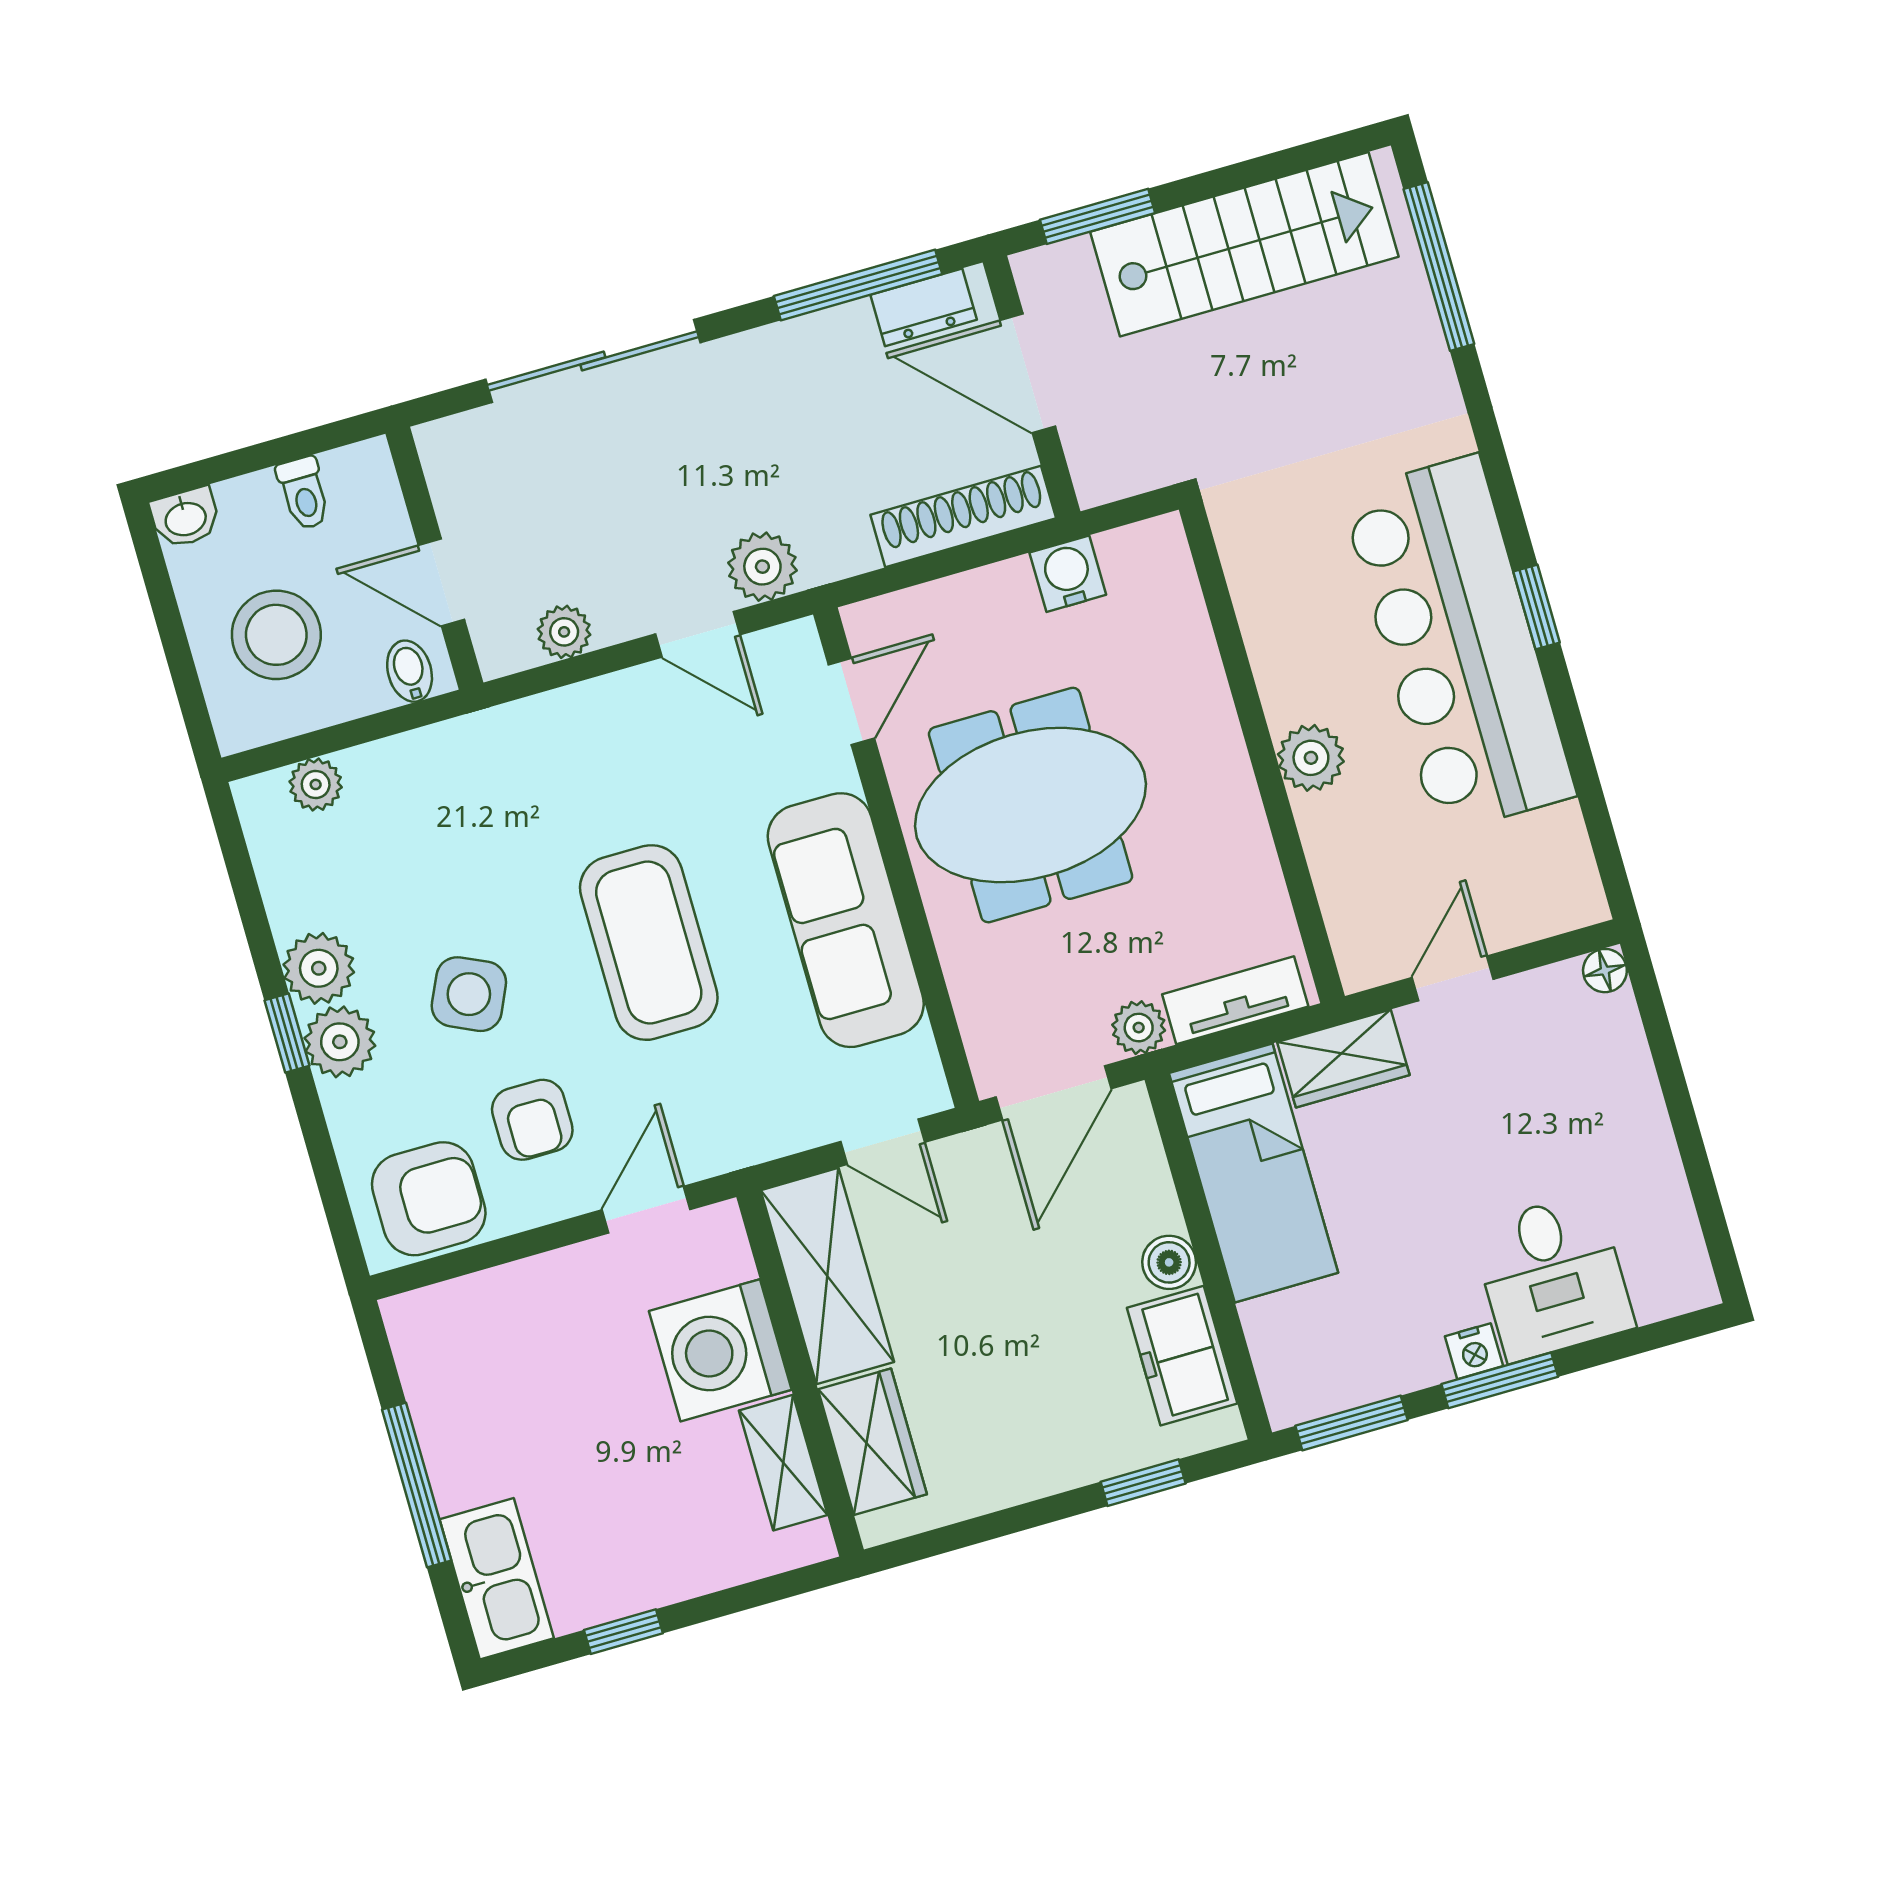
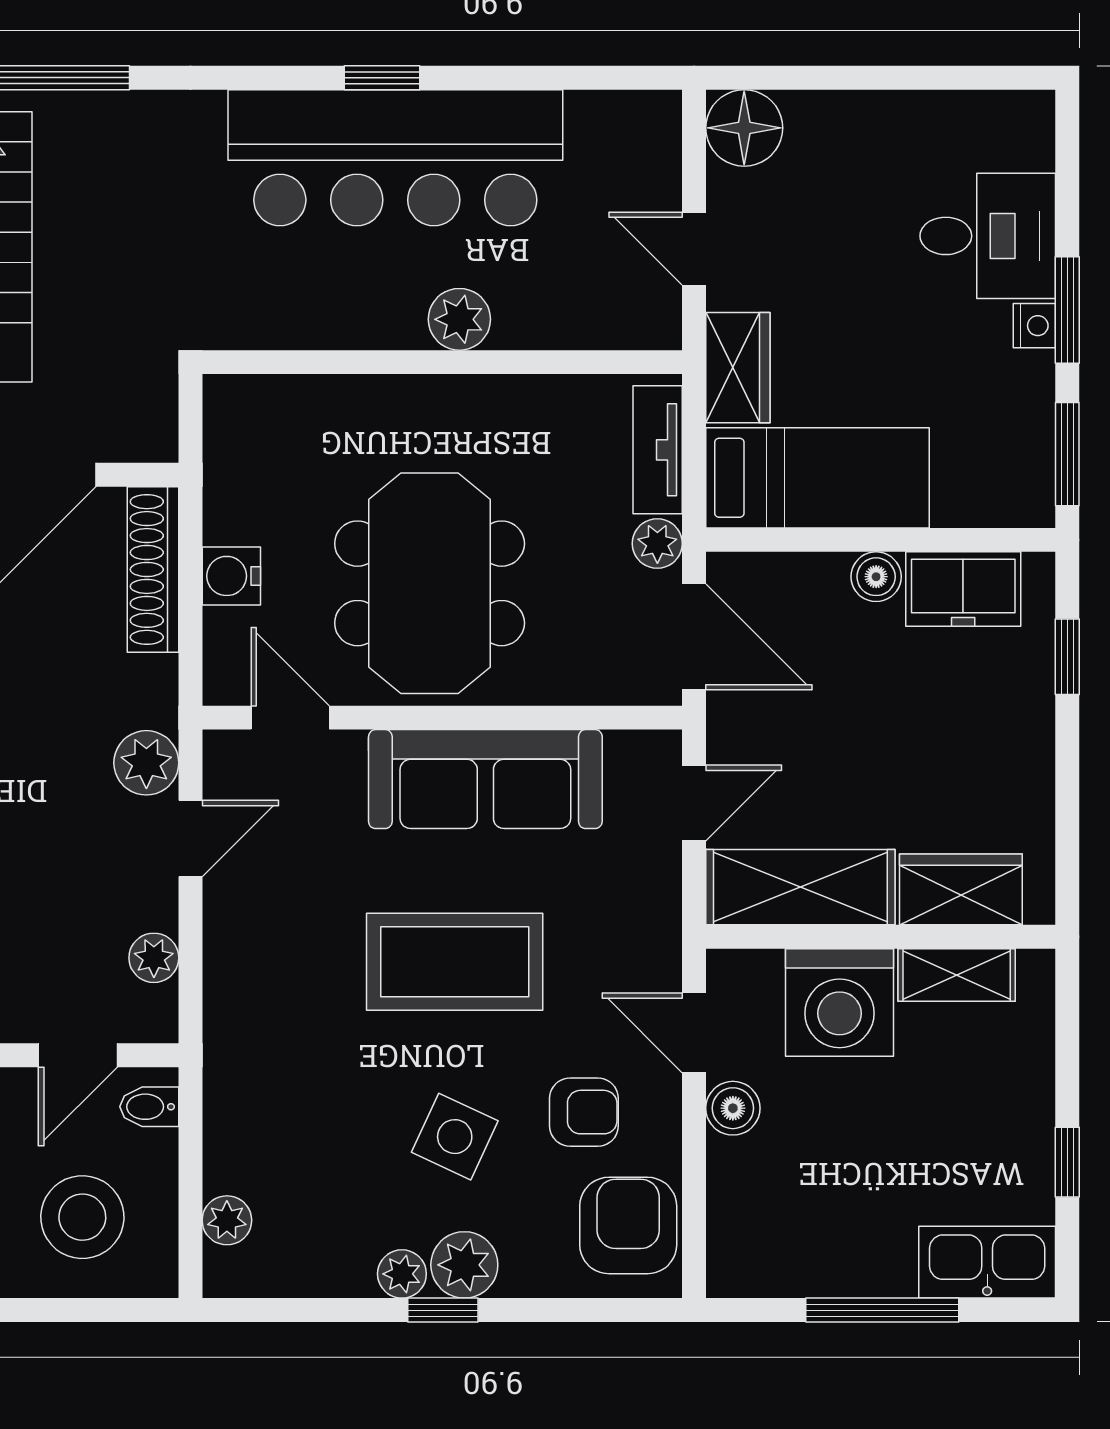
water cooler: (1068, 574) -> (231, 576), moved
plant: (319, 968) -> (402, 1274), width x0.73, depth x0.73
floor lamp: (1605, 971) -> (744, 128), width x1.89, depth x1.89
boiler: (580, 1272) -> (733, 1108), added

